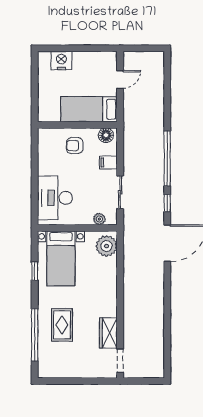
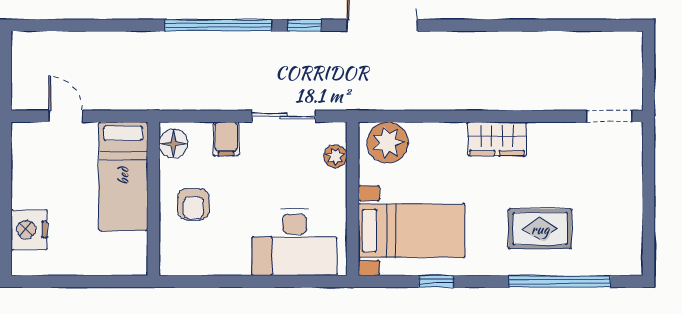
wardrobe: (108, 333) -> (497, 139), moved

